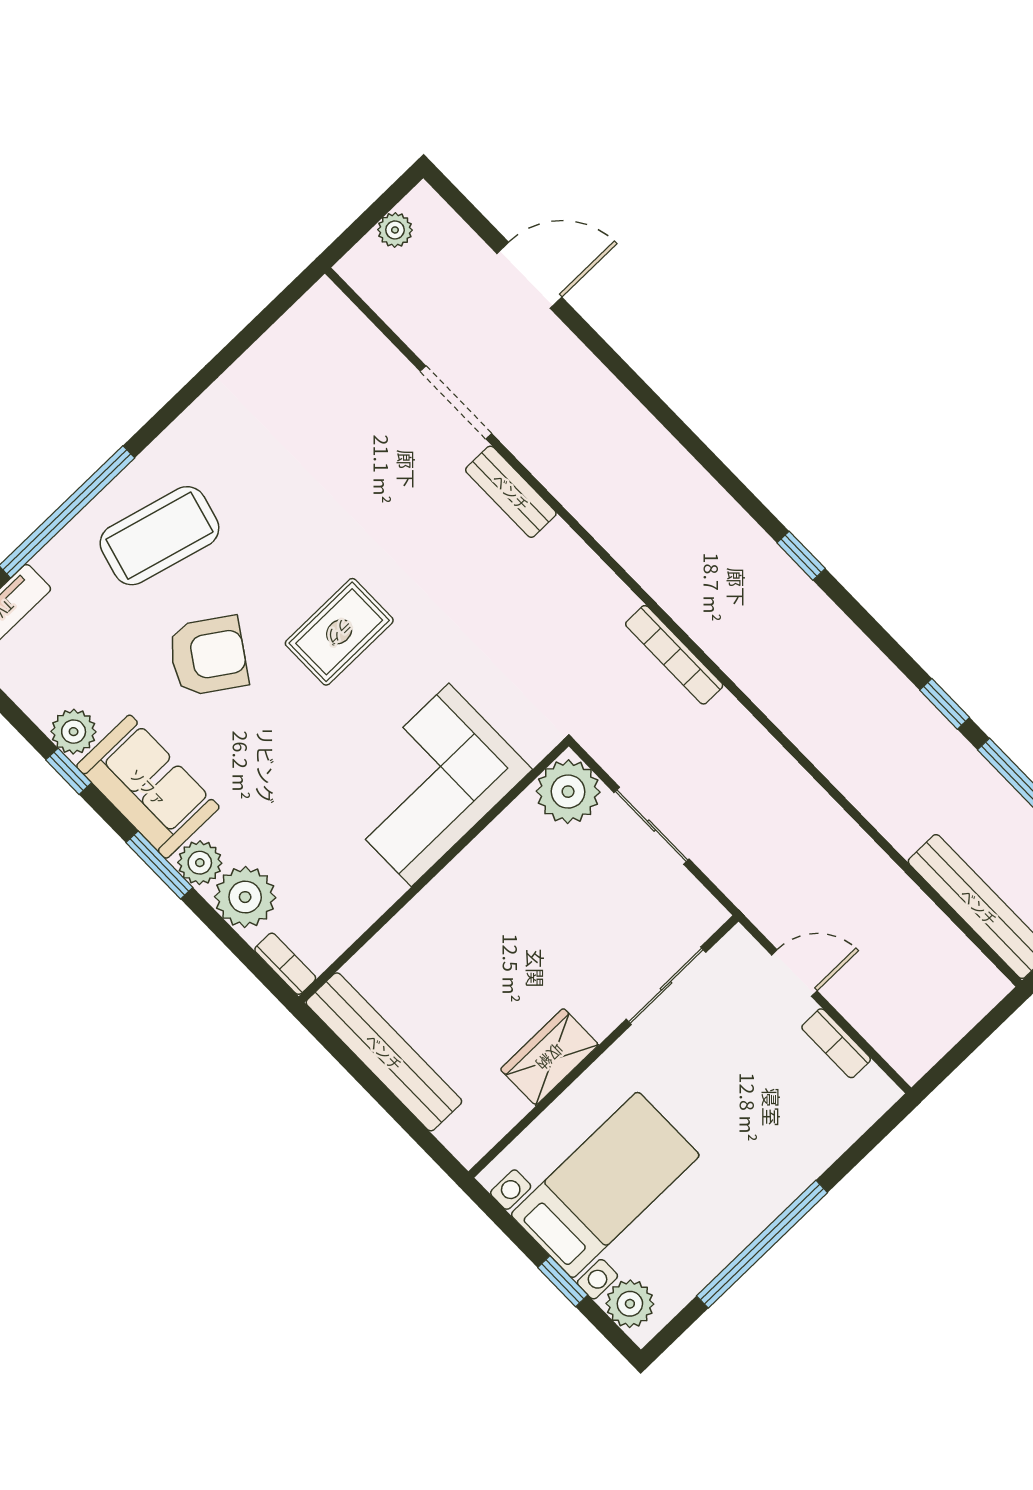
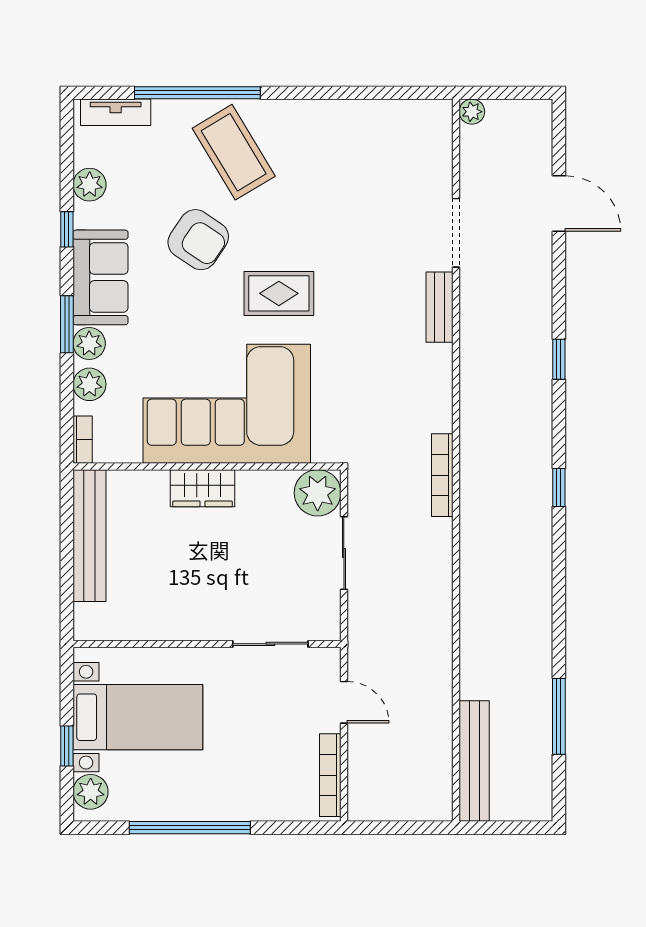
plant: (395, 230) -> (472, 112), moved
coffee table: (159, 536) -> (234, 152), turned 44
window: (945, 704) -> (559, 359), moved
plant: (74, 732) -> (90, 185), moved
corner sofa: (430, 785) -> (227, 404), width x1.36, depth x1.36
plant: (245, 897) -> (89, 384), width x0.73, depth x0.73
bookcase: (836, 1043) -> (330, 775), width x1.56
wardrobe: (550, 1057) -> (202, 488), moved, turned 180

